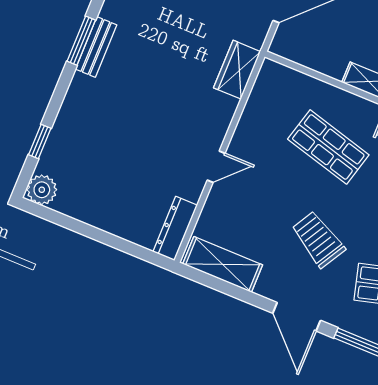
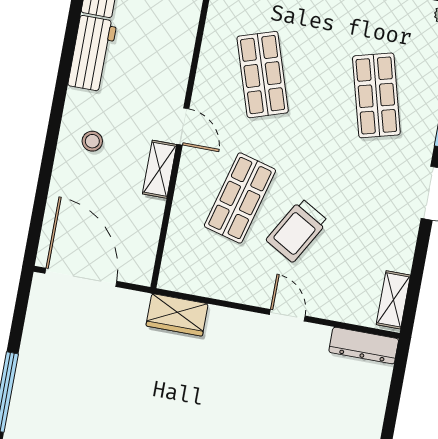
trolley: (318, 239) -> (297, 230), moved
shelving: (223, 264) -> (393, 300), width x0.67, depth x0.75

